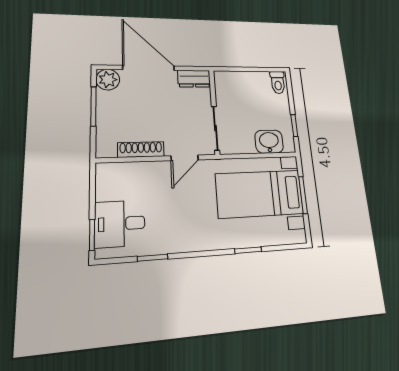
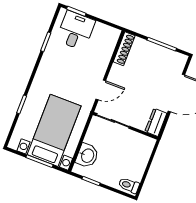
plant: (108, 80) -> (178, 61), removed
shoe rack: (141, 150) -> (124, 49), moved
door: (185, 158) -> (101, 90), swing flipped

